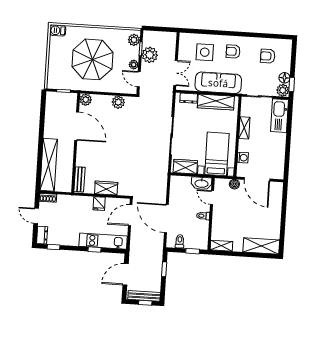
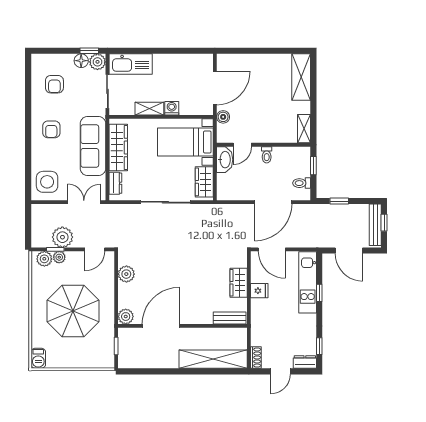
side table: (205, 52) -> (47, 182), moved
plant: (134, 65) -> (59, 257), moved
washing machine: (243, 158) -> (172, 108), moved

